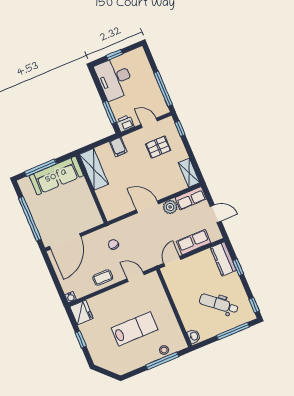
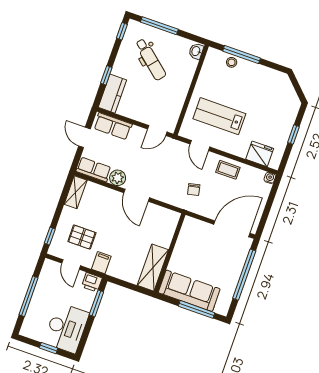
window: (163, 89) -> (29, 296), moved
filing cabinet: (118, 147) -> (101, 263), moved
row of seats: (194, 242) -> (113, 126), moved
fridge: (82, 312) -> (260, 154), moved, turned 90
lab bench: (135, 329) -> (219, 116), moved

